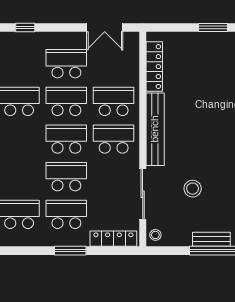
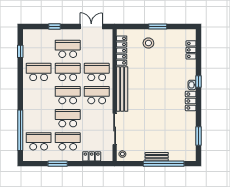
window: (25, 27) -> (54, 27), moved
double door: (105, 27) -> (91, 27), swing flipped
stool: (193, 189) -> (148, 43), moved
locker: (113, 239) -> (92, 156), width x0.66
window: (70, 251) -> (58, 164), moved

